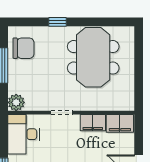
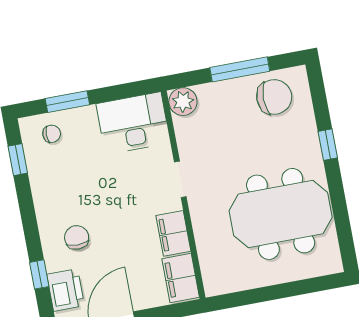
chair: (24, 48) -> (274, 97), turned -90

